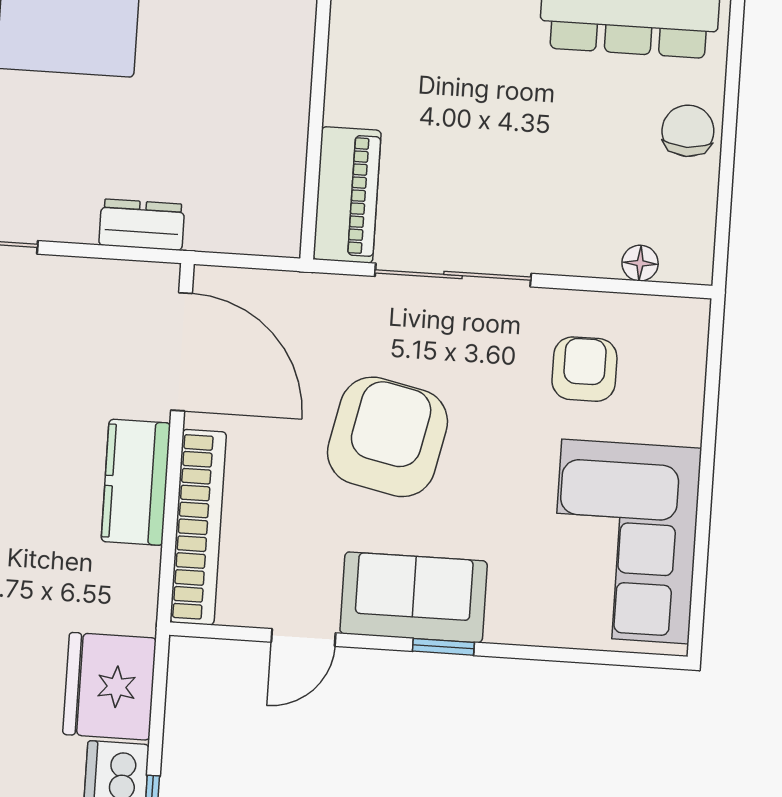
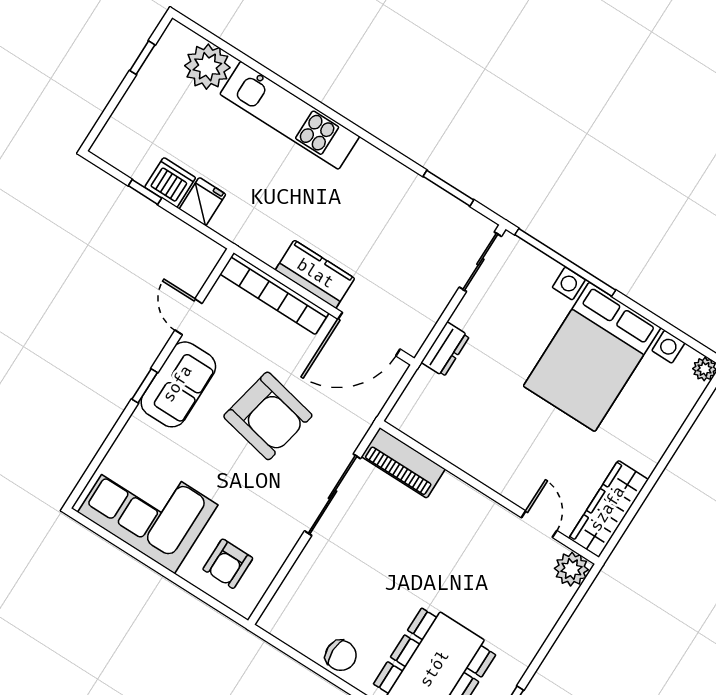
floor lamp: (640, 263) -> (286, 594), removed
armchair: (584, 369) -> (228, 564), moved, turned 90
fridge: (110, 686) -> (202, 202), width x0.53, depth x0.75

